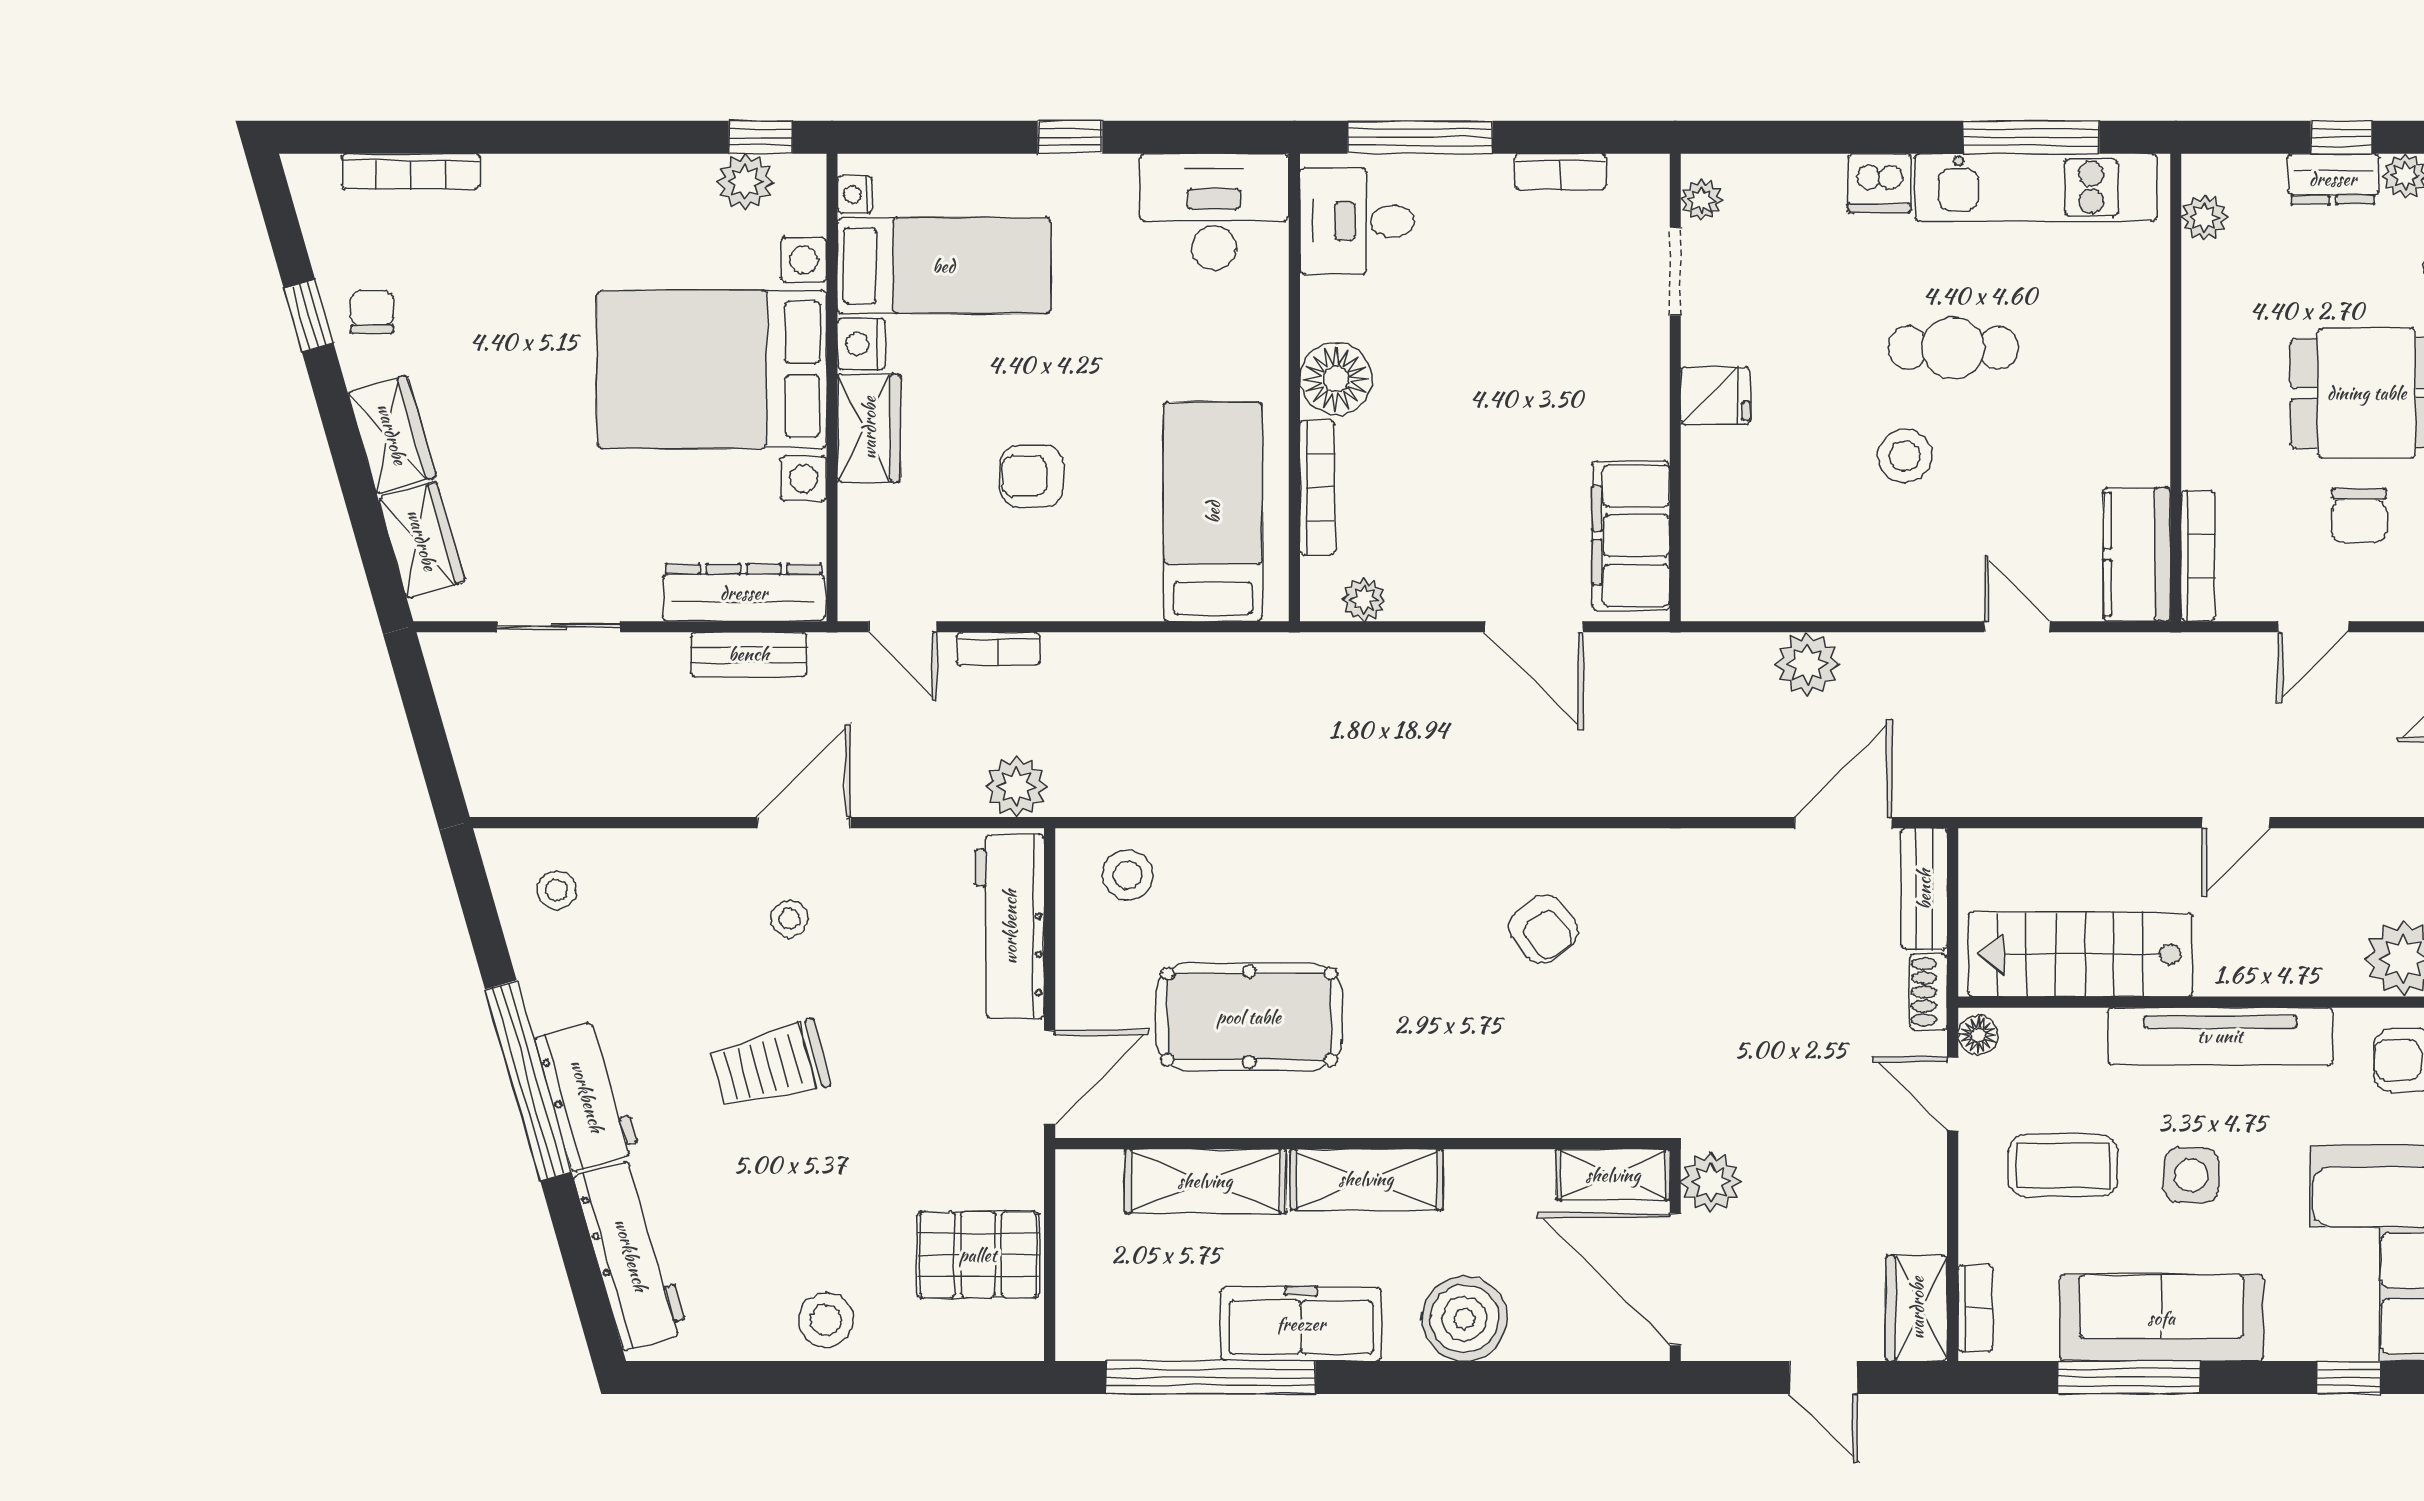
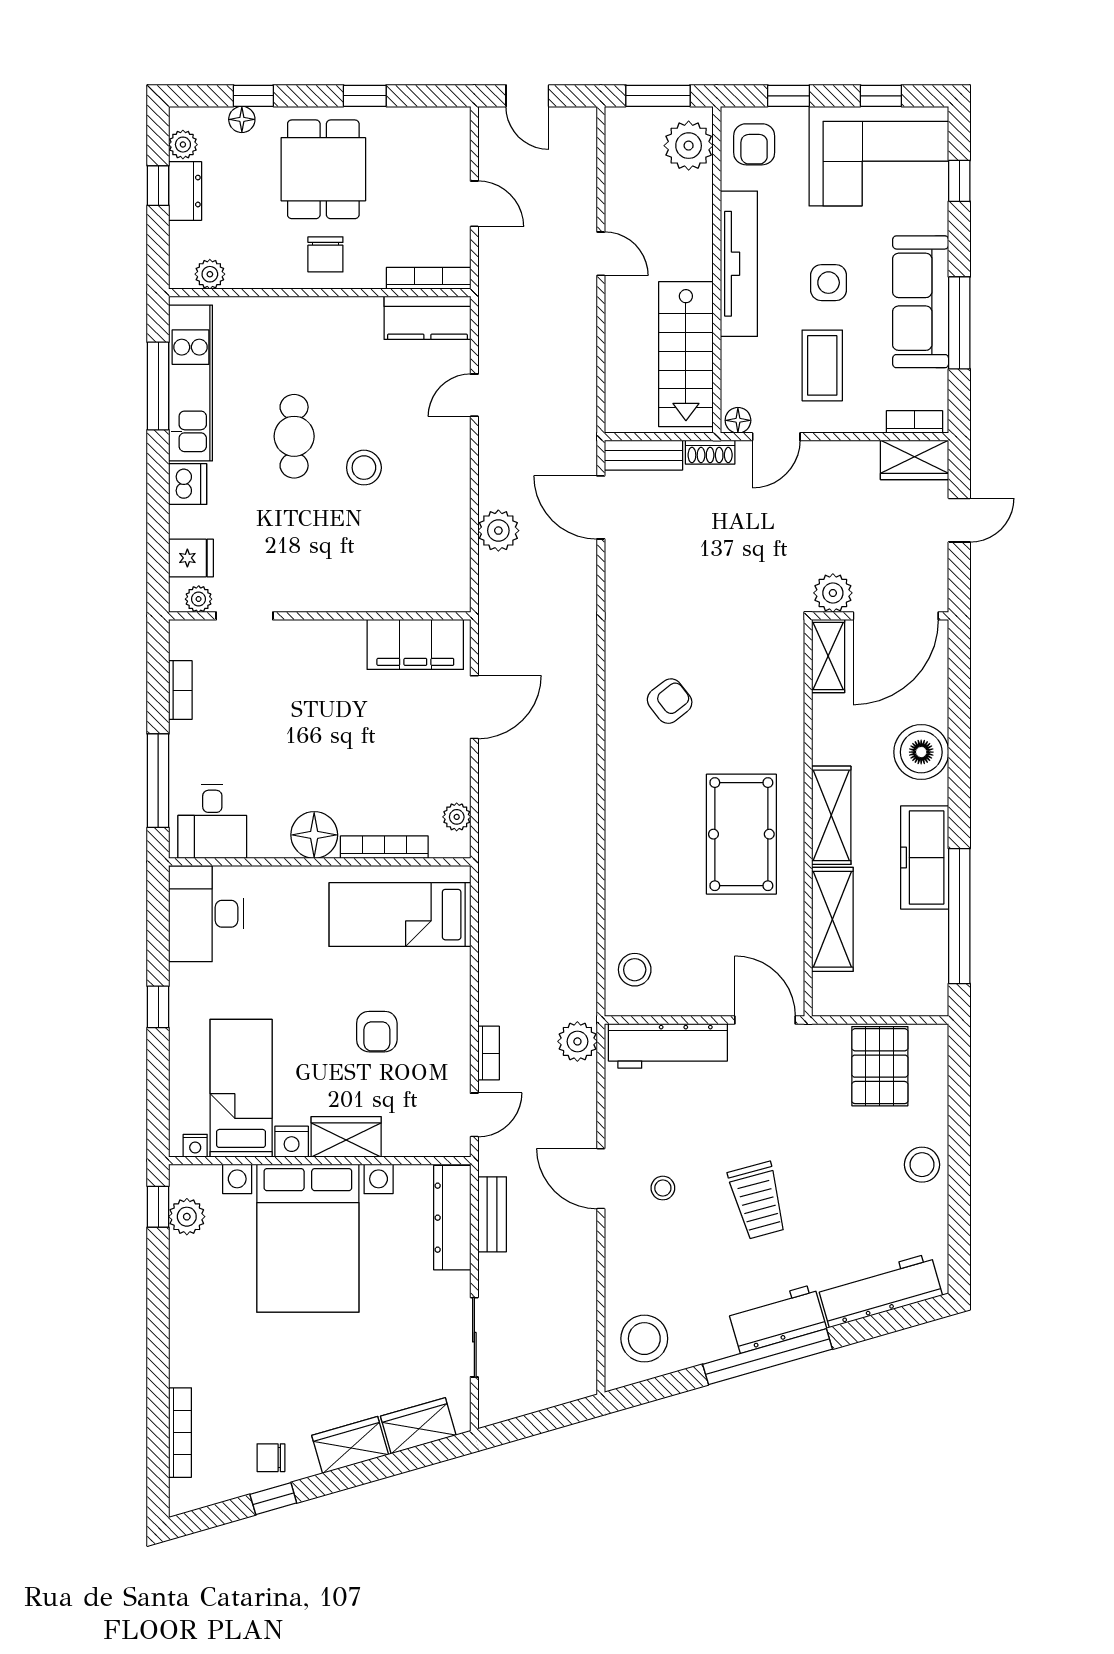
fridge: (1715, 396) -> (191, 558), moved, turned 90
chair: (2359, 516) -> (325, 254), moved, turned 90
stool: (556, 890) -> (644, 1339), width x1.89, depth x1.89
pool table: (1249, 1017) -> (741, 834), moved

